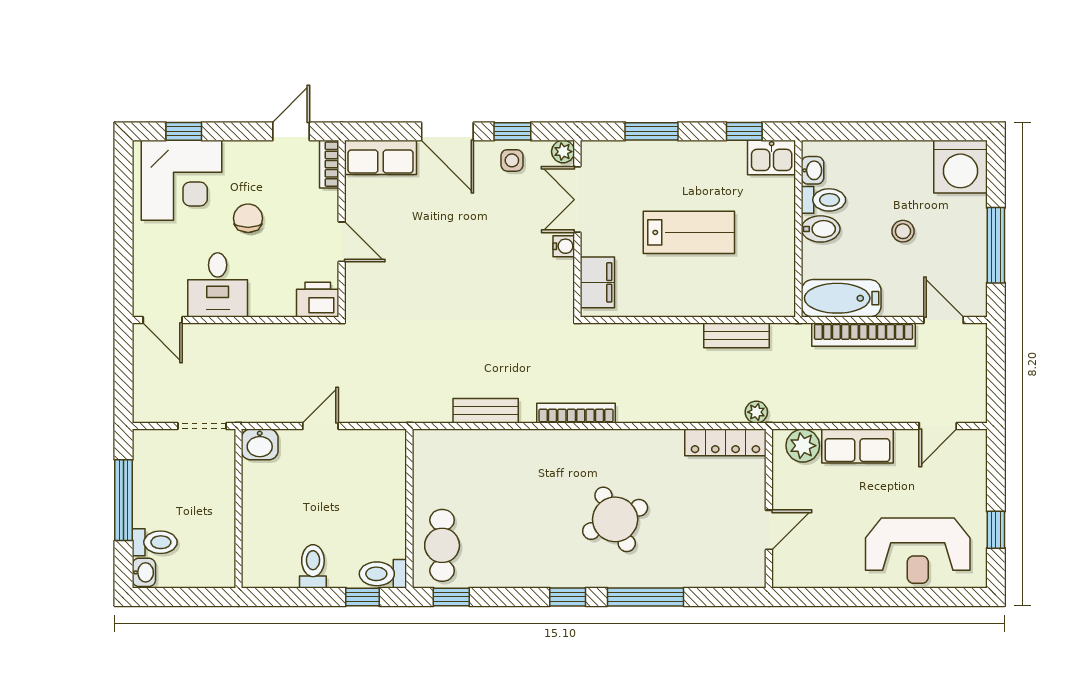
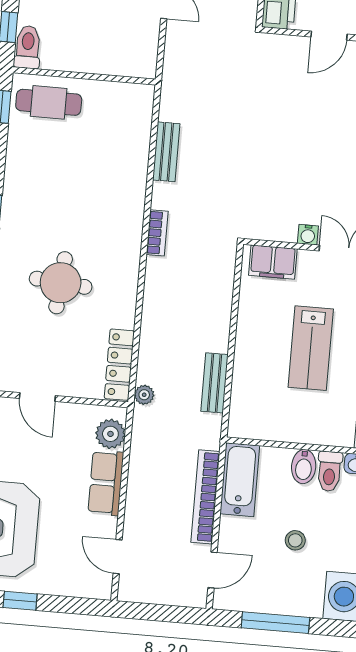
bookcase: (576, 413) -> (157, 233), width x0.64
round table: (615, 519) -> (61, 283), moved, turned 31

